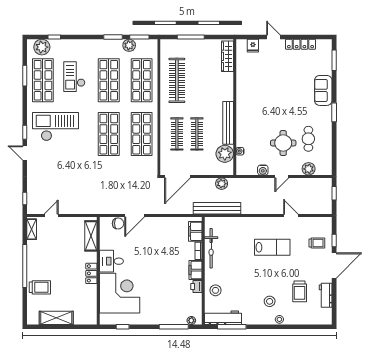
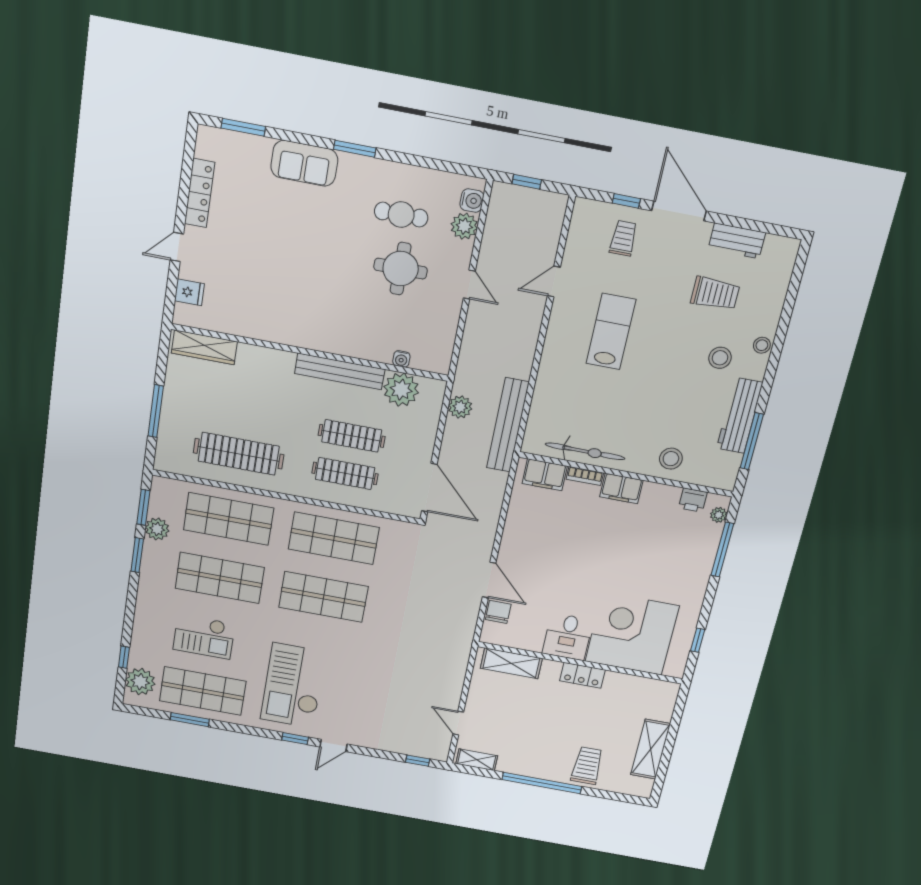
water cooler: (263, 170) -> (472, 201), moved
printer: (196, 287) -> (693, 500), moved
workbench: (223, 318) -> (740, 415), moved

